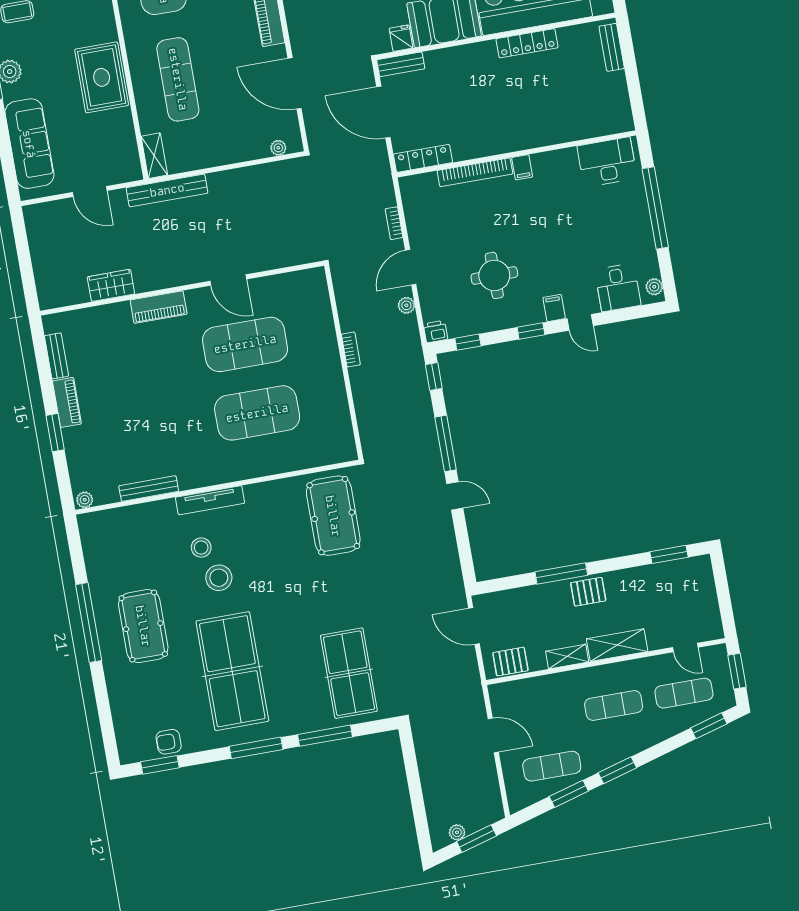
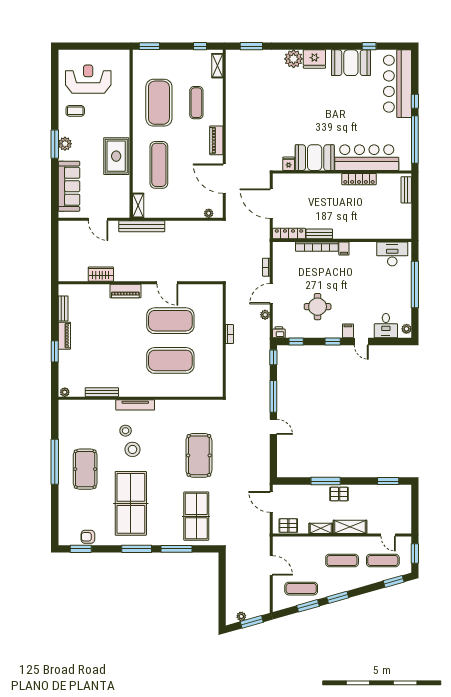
bench: (401, 64) -> (319, 234), moved
pool table: (333, 516) -> (199, 455), moved

